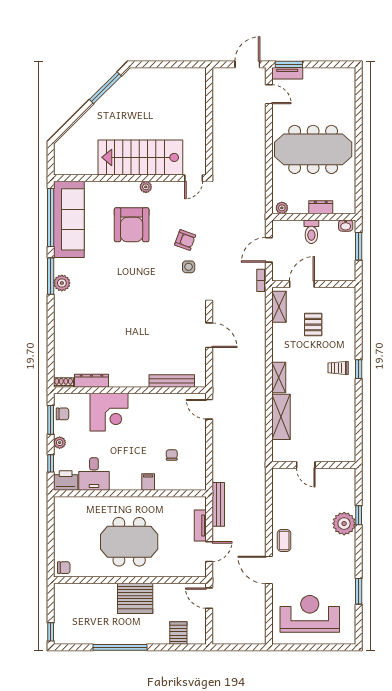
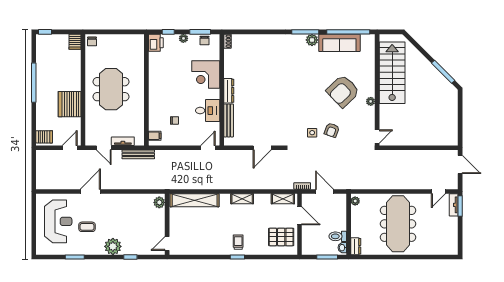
door: (247, 64) -> (460, 165), moved
stairs: (140, 157) -> (392, 73), moved
door: (194, 178) -> (377, 136), swing flipped
dresser: (321, 207) -> (356, 246), moved
sofa: (69, 219) -> (339, 43), width x0.74, depth x0.79
armchair: (132, 225) -> (343, 91), turned -44
toilet: (311, 232) -> (338, 236), moved
plant: (62, 283) -> (312, 40), moved
pallet: (313, 325) -> (281, 237), moved, width x1.50, depth x1.42
shelving: (279, 378) -> (242, 199), moved
dresser: (91, 381) -> (229, 91), moved
shelving: (281, 417) -> (195, 200), width x1.47
door: (306, 465) -> (167, 244), moved
desk: (94, 474) -> (208, 111), moved, turned 180
plant: (284, 476) -> (159, 202), added
filing cabinet: (148, 482) -> (155, 136), moved
plant: (344, 524) -> (113, 246), moved
coffee table: (284, 541) -> (87, 227), moved
server rack: (64, 591) -> (75, 42), added
server rack: (135, 598) -> (70, 104), moved
server rack: (178, 633) -> (44, 137), moved

